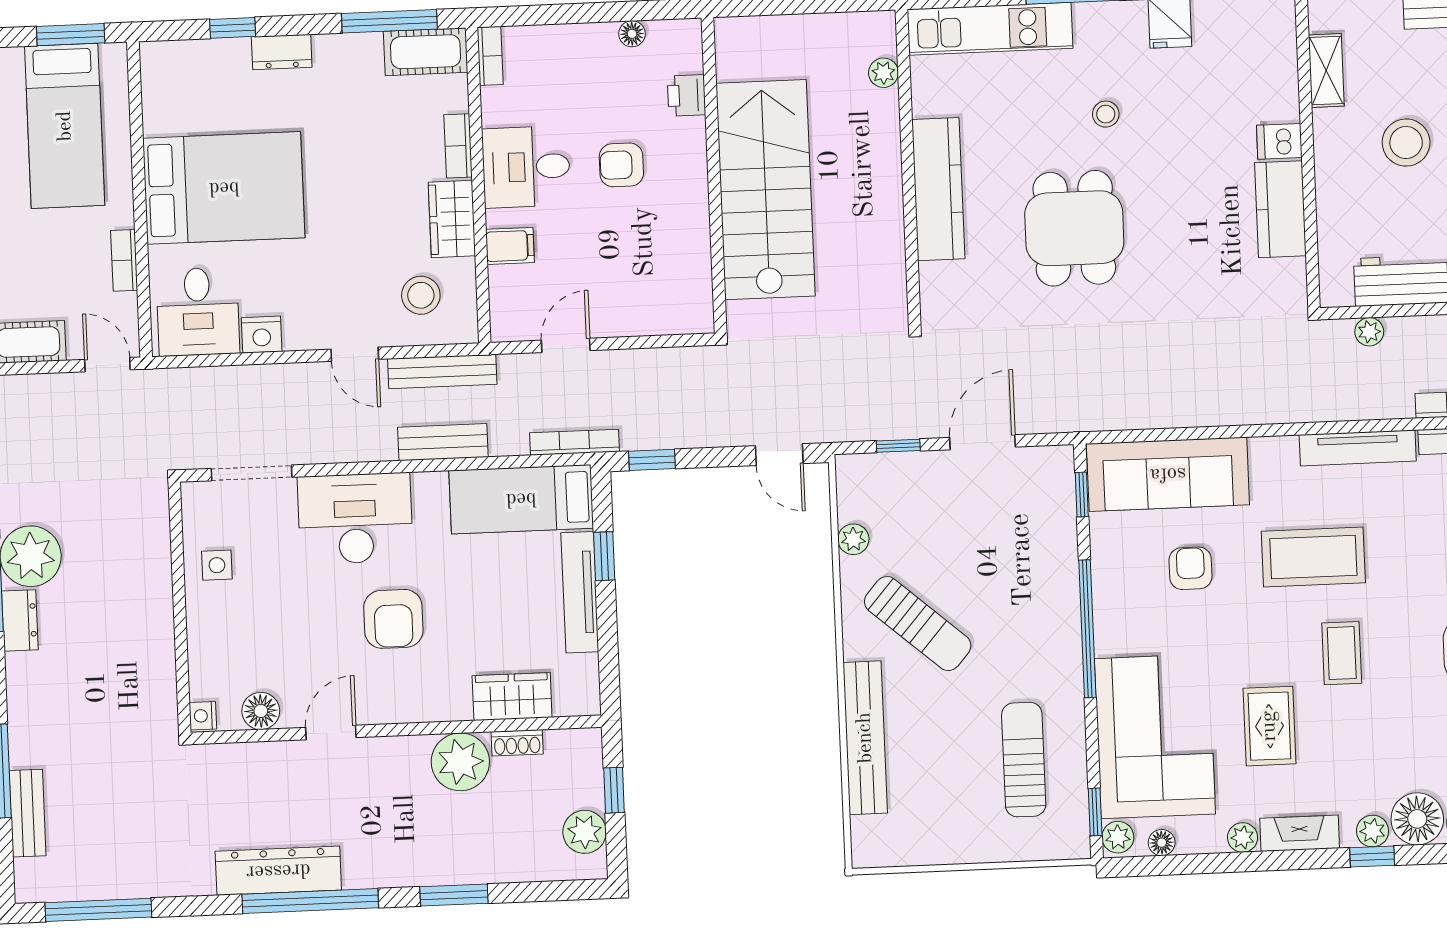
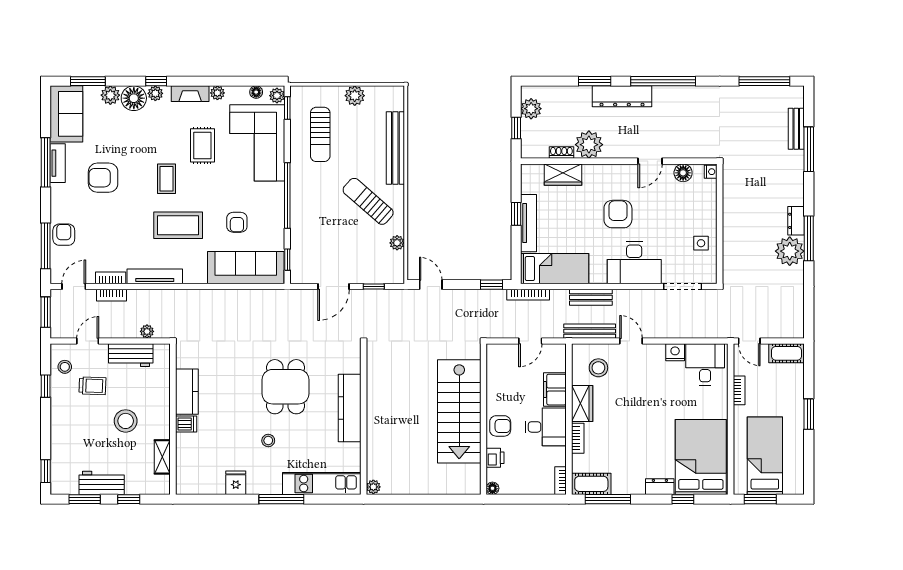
plant: (883, 73) -> (373, 487), moved
printer: (687, 95) -> (495, 458), moved
wall: (714, 175) -> (483, 419), moved
bed: (224, 188) -> (701, 457), moved, turned 90
stairs: (766, 190) -> (459, 411), moved
filing cabinet: (510, 246) -> (555, 390), width x2.00
window: (604, 556) -> (516, 214), moved
plant: (955, 844) -> (355, 96), added
dresser: (278, 871) -> (622, 96), moved

